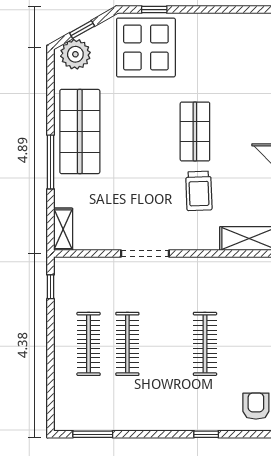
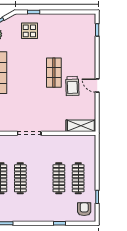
display table: (146, 47) -> (29, 31), width x0.54, depth x0.54
trolley: (199, 191) -> (72, 86), moved
clothes rail: (244, 344) -> (78, 178), added

